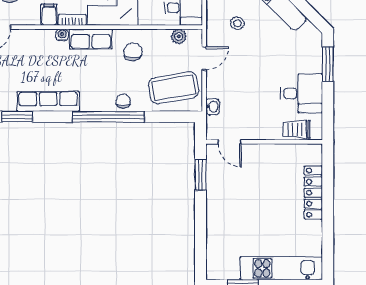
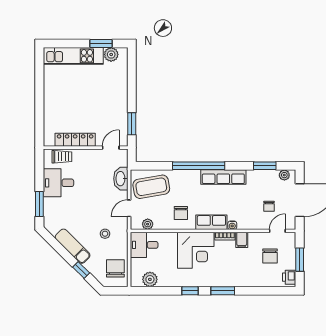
row of seats: (48, 101) -> (223, 177), moved
chair: (123, 101) -> (269, 206), moved
washbasin: (213, 107) -> (121, 179), width x1.91, depth x1.45
door: (230, 142) -> (111, 148), hinge flipped
locker: (313, 193) -> (75, 140), moved, turned -90
plant: (229, 270) -> (111, 54), added

